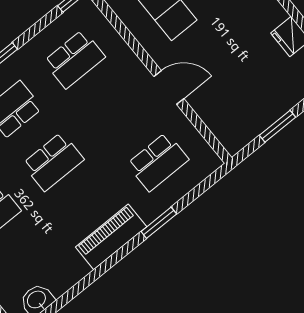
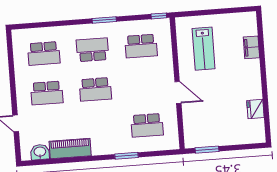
window: (277, 126) -> (207, 150), moved
piano: (111, 237) -> (70, 148), moved

